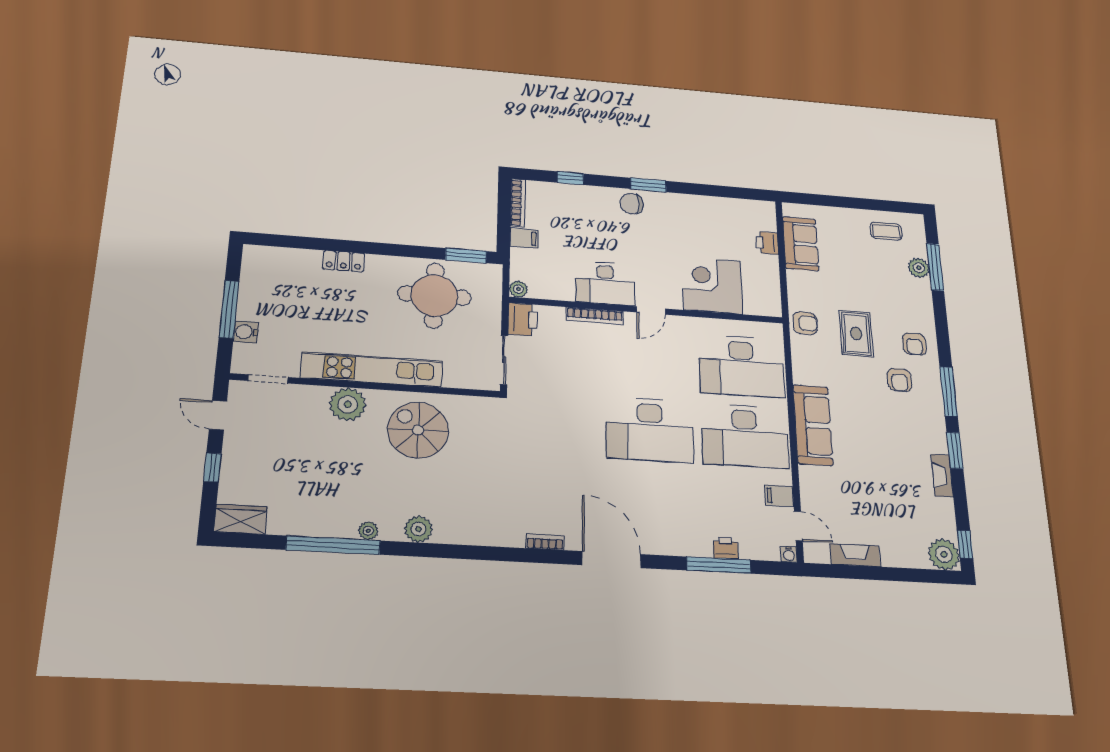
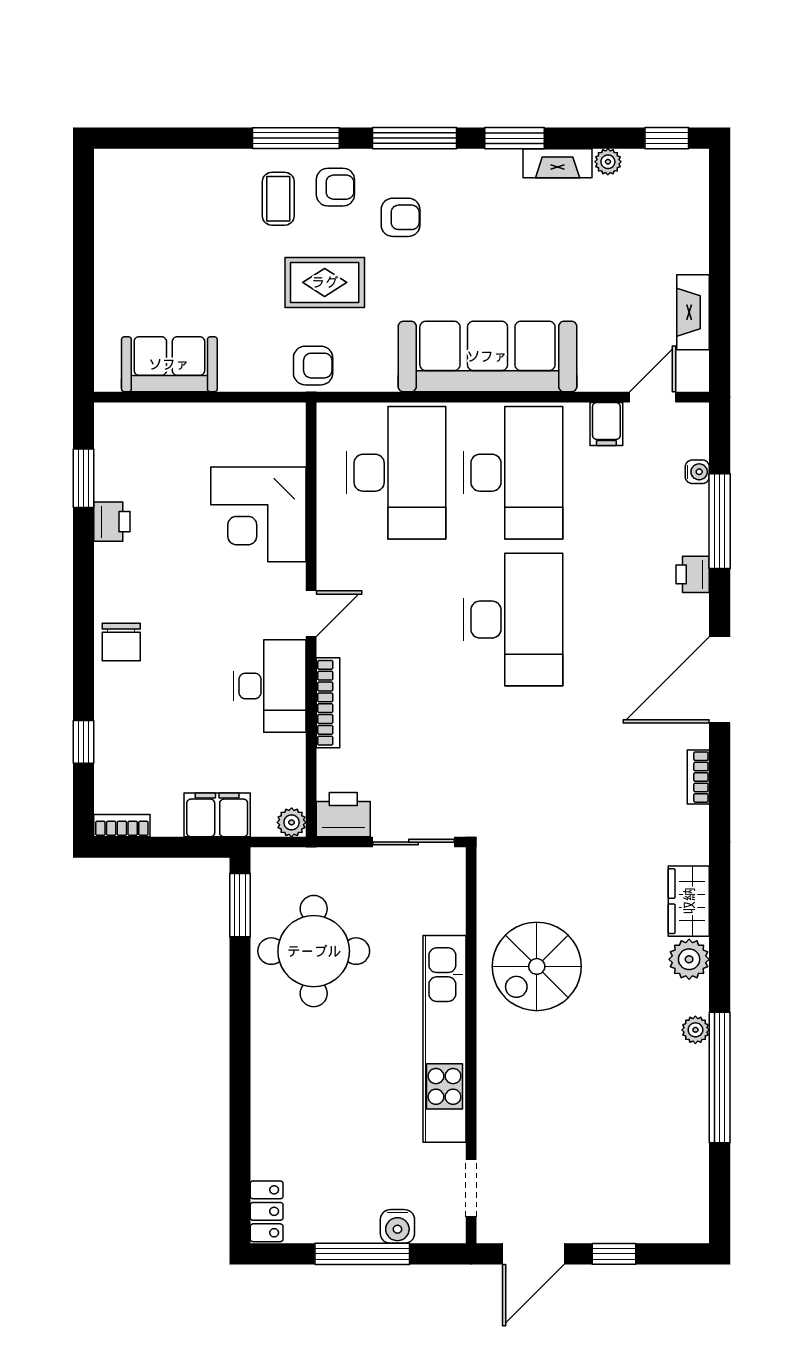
window: (648, 185) -> (84, 478), moved
bookcase: (518, 203) -> (122, 826), width x0.64
coffee table: (886, 231) -> (278, 199), moved
filing cabinet: (524, 238) -> (217, 815), width x2.00
printer: (767, 243) -> (112, 522), moved, turned -90
locker: (344, 261) -> (267, 1211), moved
window: (935, 267) -> (296, 138), moved
plant: (919, 268) -> (196, 167), removed
door: (651, 310) -> (311, 614), hinge flipped
armchair: (805, 323) -> (313, 366), turned 89
plant: (348, 404) -> (503, 1071), removed
door: (218, 415) -> (533, 1254), width x1.38
sofa: (813, 425) -> (487, 356), width x1.36, depth x1.27
wardrobe: (240, 519) -> (689, 901), moved
printer: (726, 548) -> (693, 574), moved
water cooler: (789, 554) -> (697, 472), moved
plant: (944, 554) -> (608, 162), moved, width x0.53, depth x0.53

